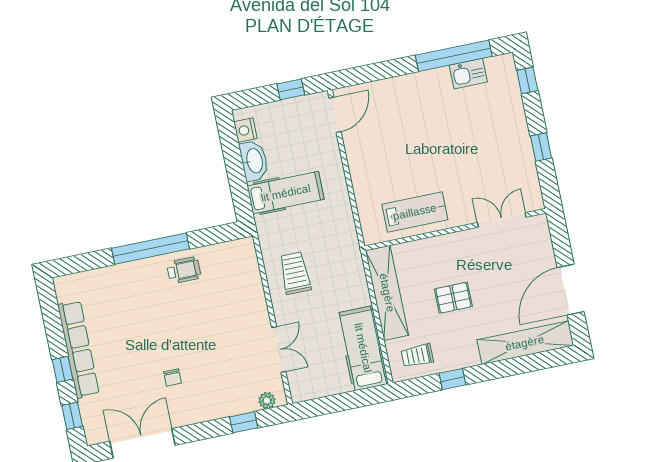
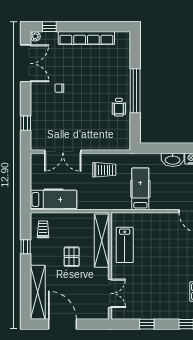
hospital bed: (286, 193) -> (140, 189), moved, turned 180
shelving: (387, 293) -> (102, 241), moved, turned 90
double door: (279, 349) -> (63, 152), width x1.37
window: (62, 369) -> (77, 27), removed
plant: (267, 401) -> (35, 36), moved

